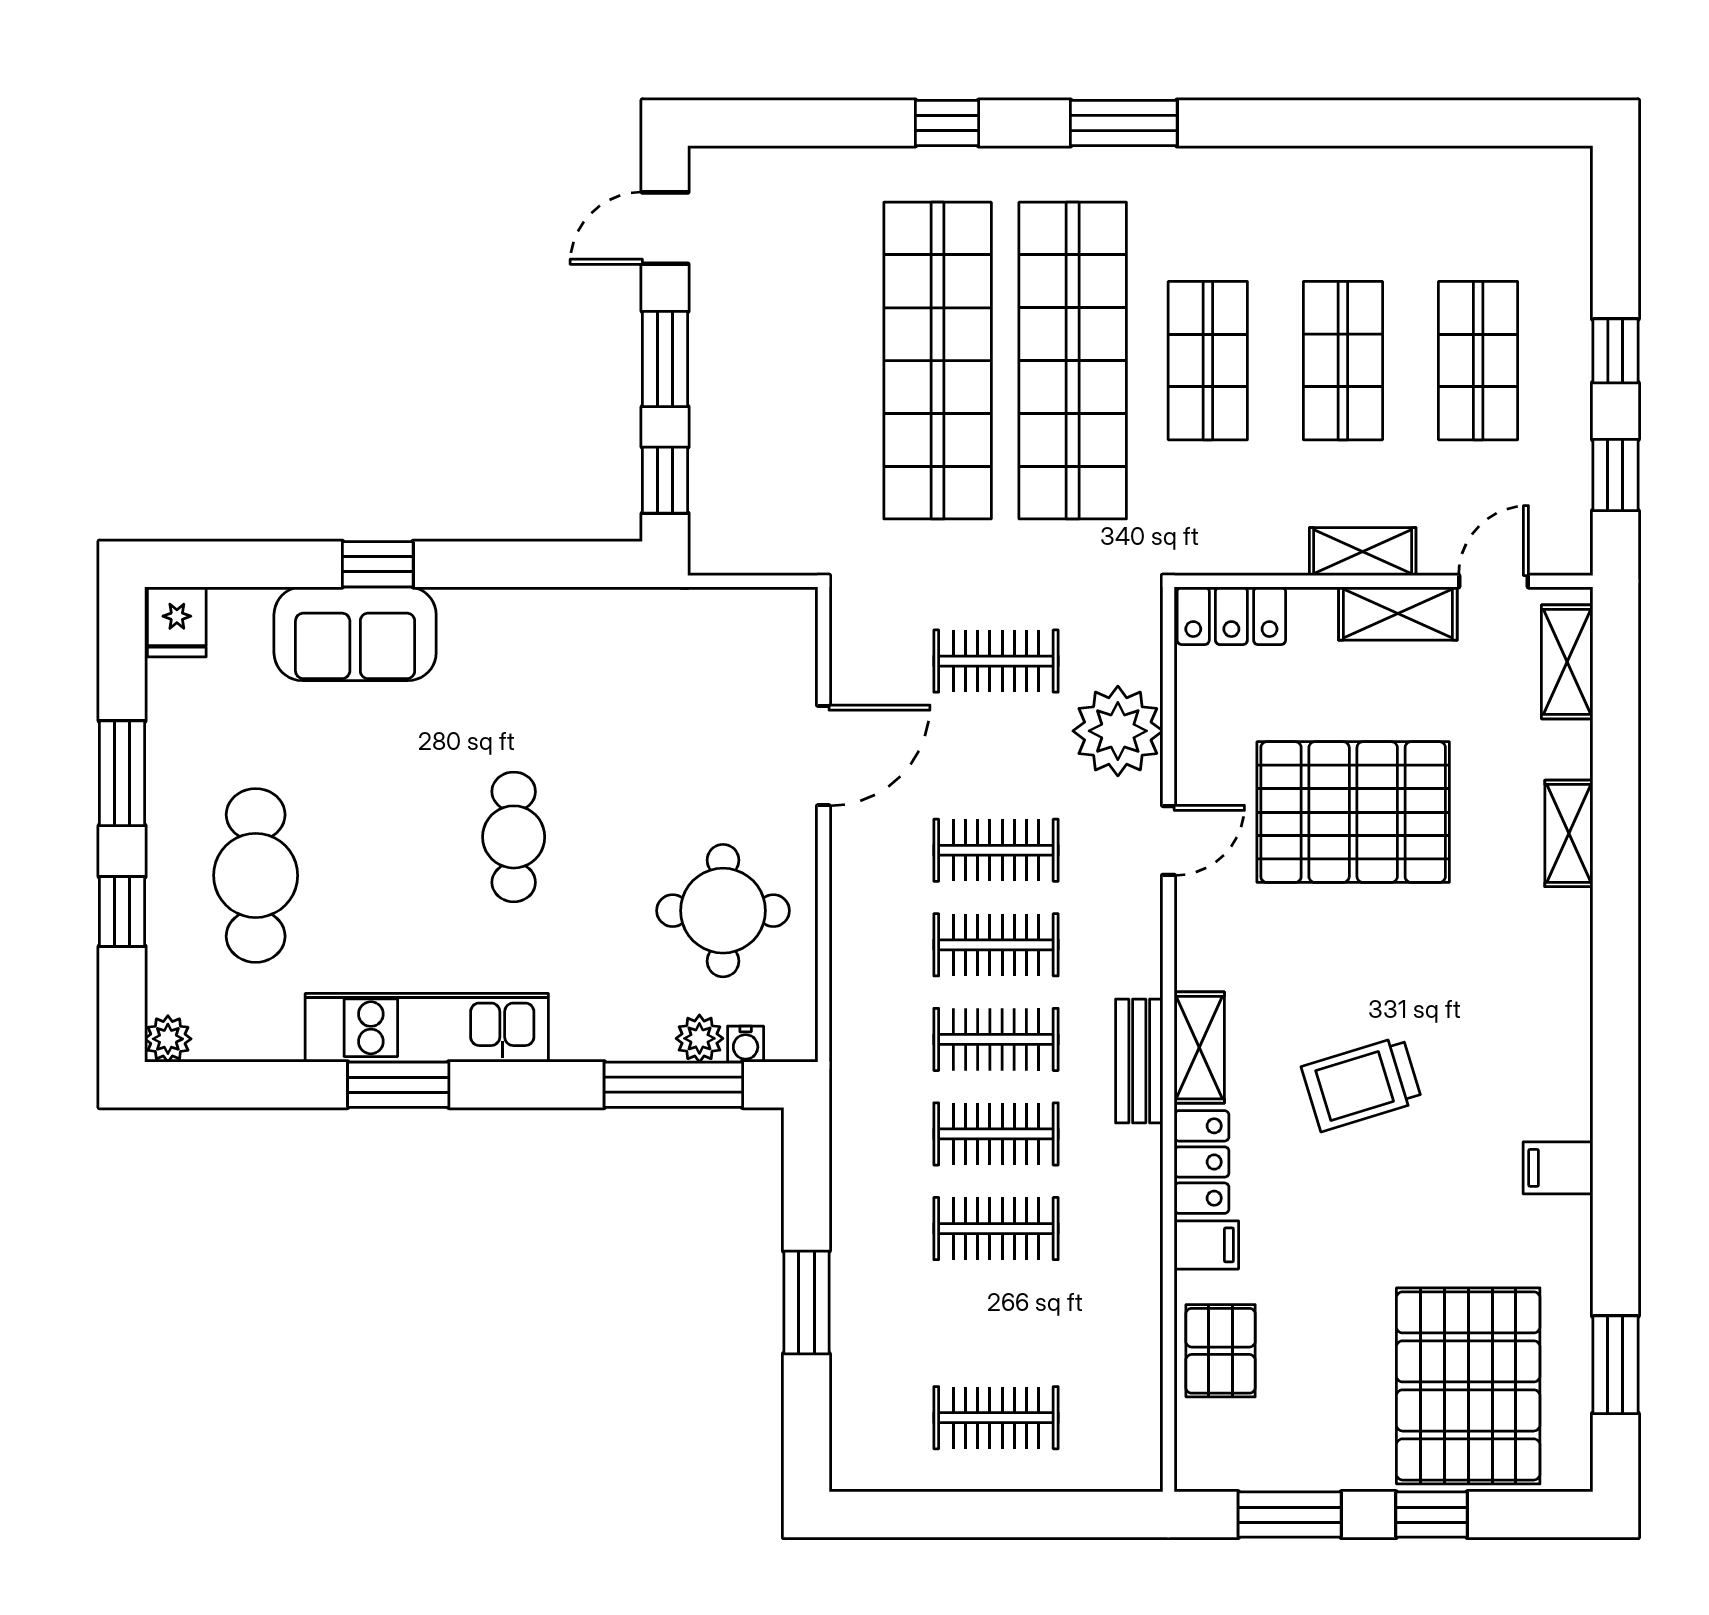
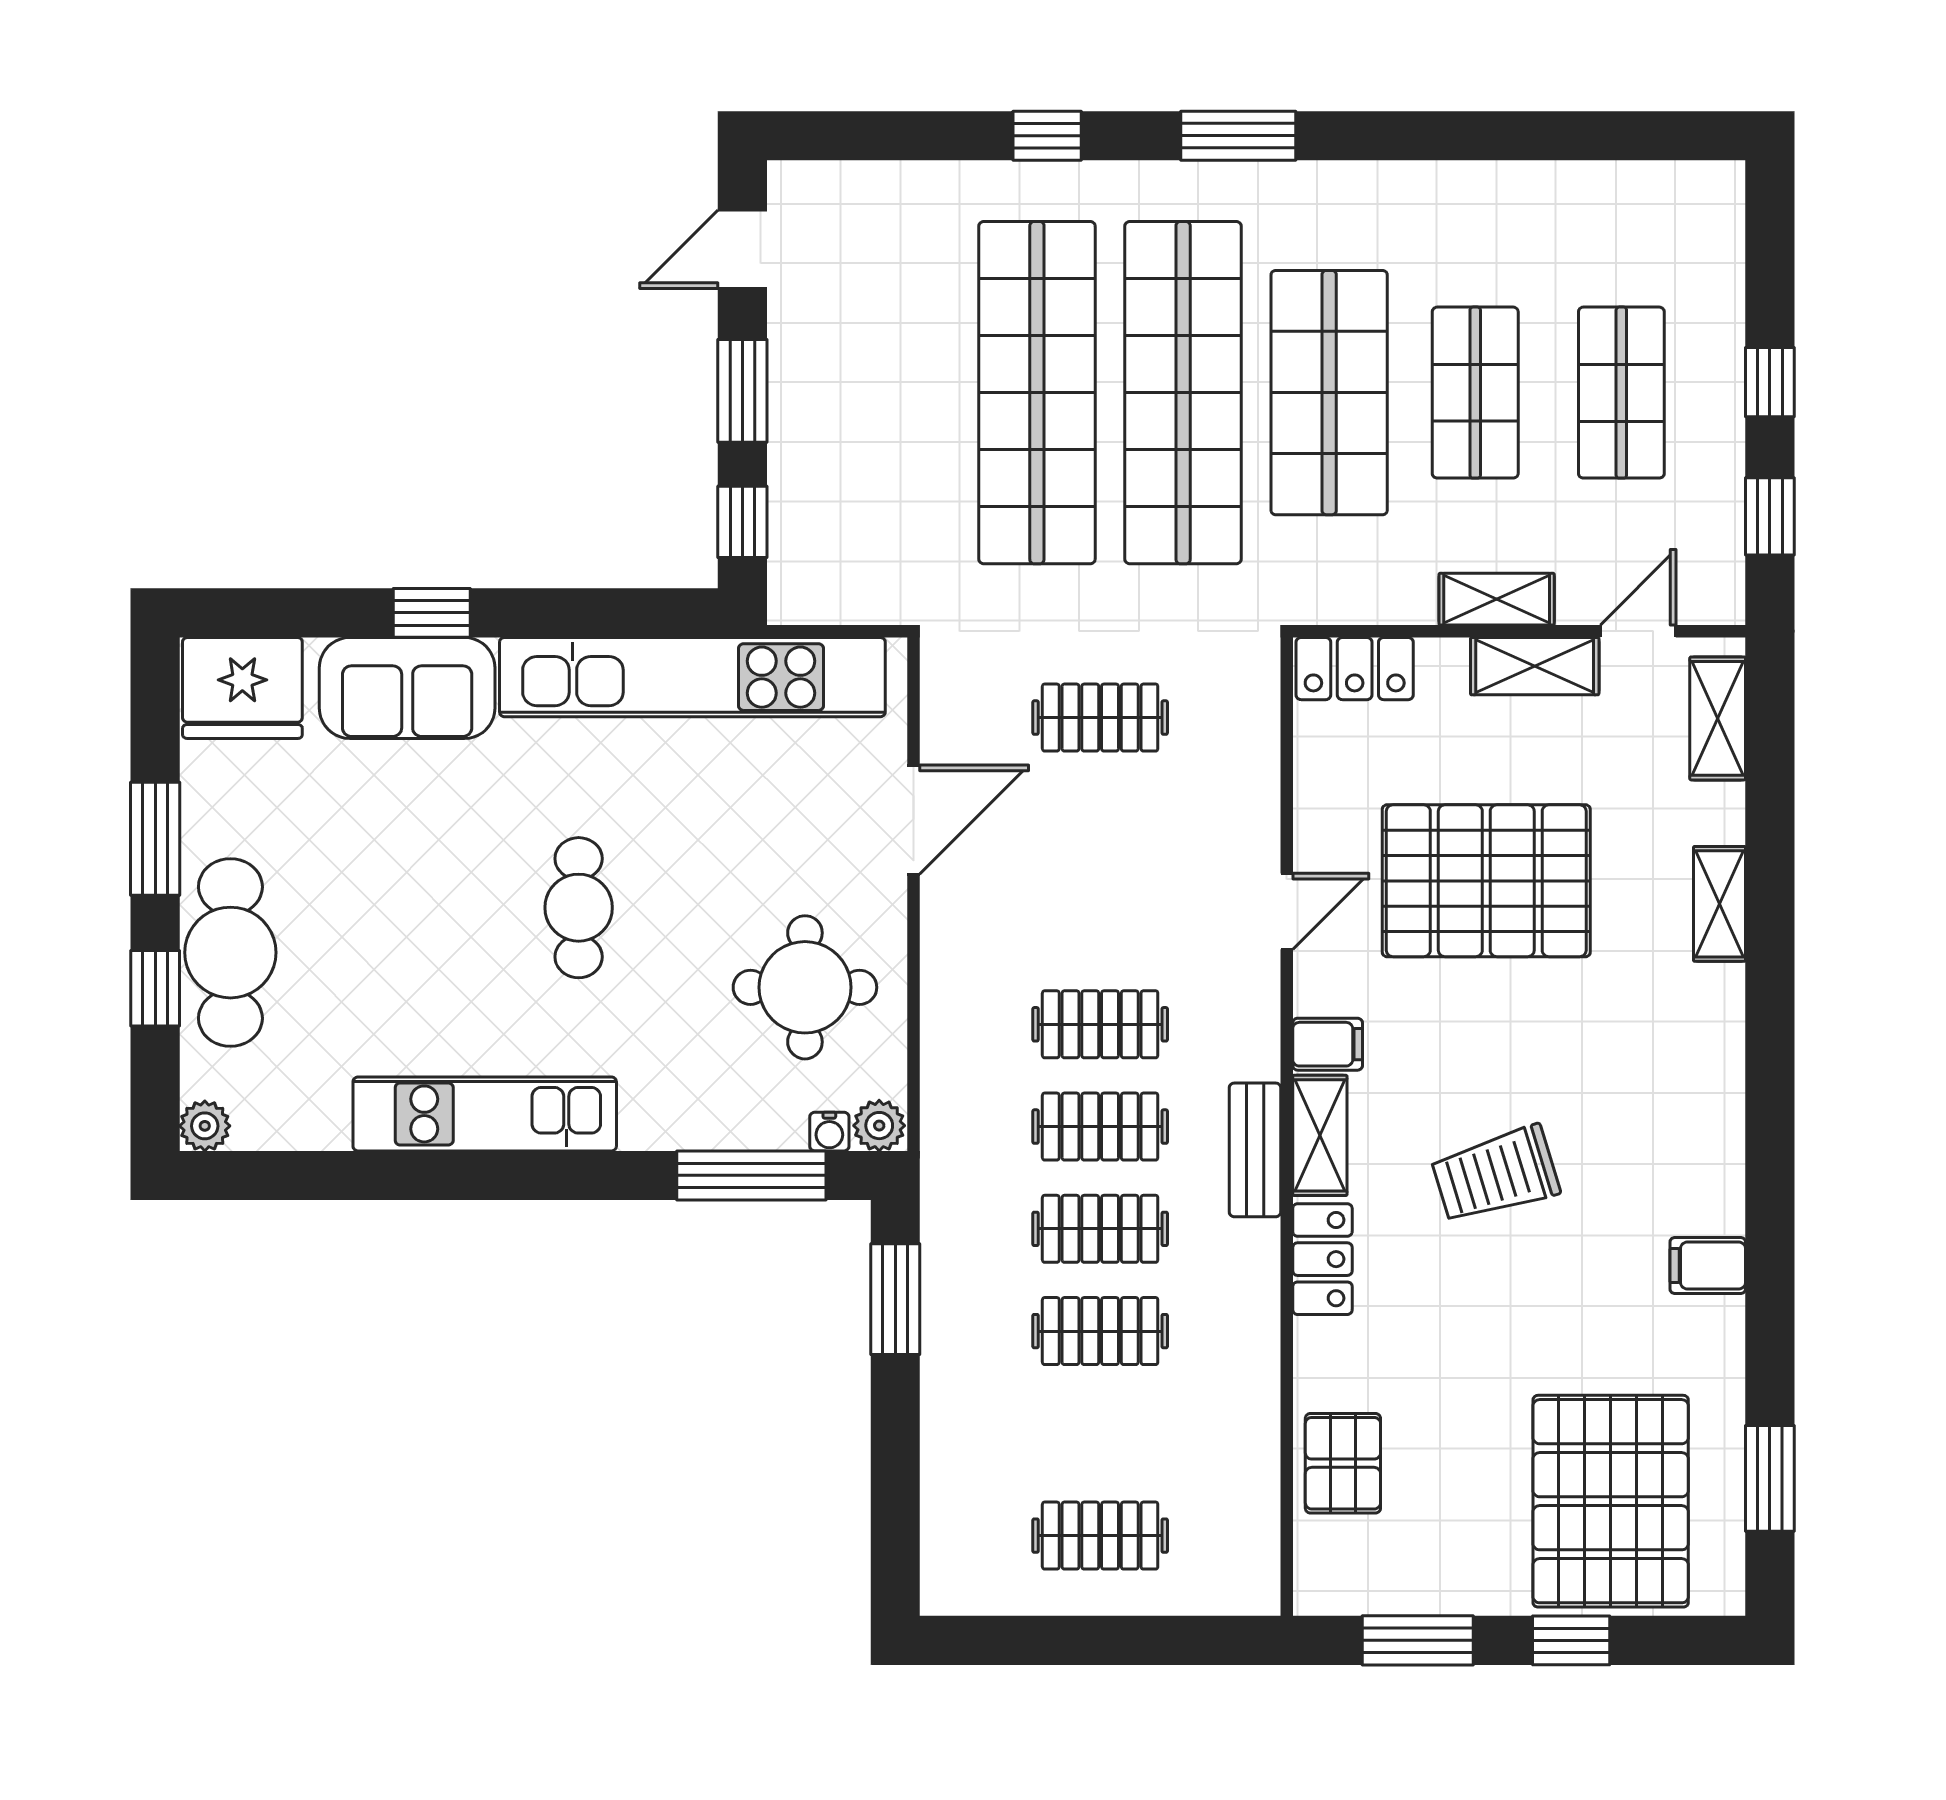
shop shelf: (1208, 361) -> (1329, 393), width x1.43, depth x1.36
fridge: (177, 622) -> (242, 688), width x1.88, depth x1.34
kitchen unit: (619, 624) -> (692, 677), added
plant: (1118, 731) -> (1232, 793), removed
clothes rail: (996, 850) -> (1100, 922), removed
cafe table: (256, 875) -> (230, 953), moved
plant: (699, 1038) -> (879, 1126), moved
window: (398, 1085) -> (454, 1175), removed
filing cabinet: (1206, 1245) -> (1328, 1044), moved
window: (806, 1302) -> (895, 1299), moved

